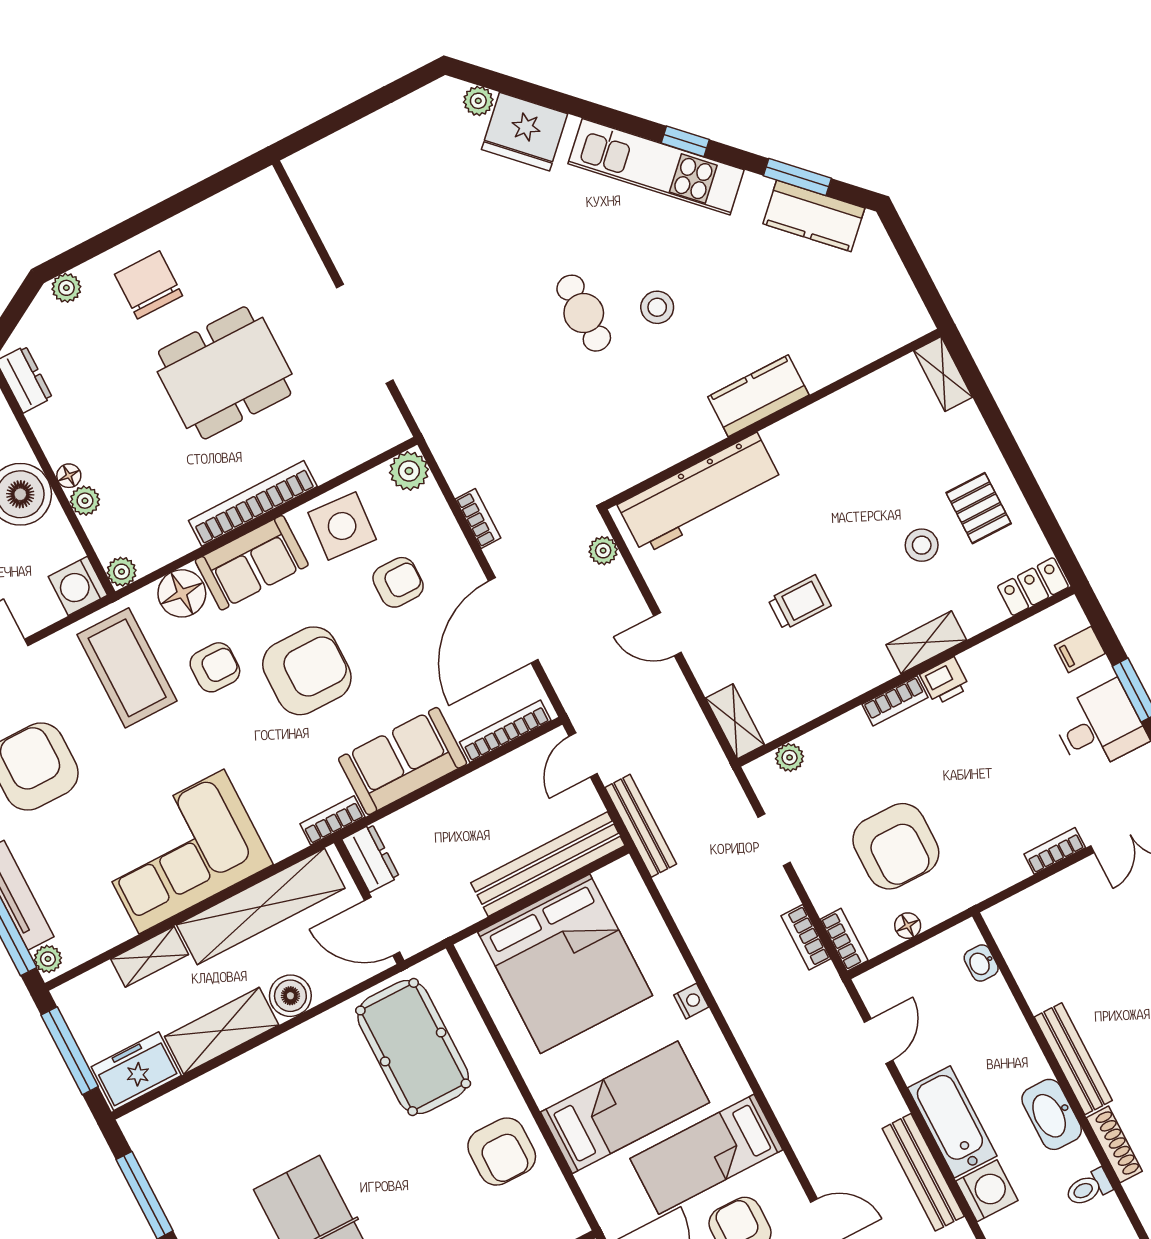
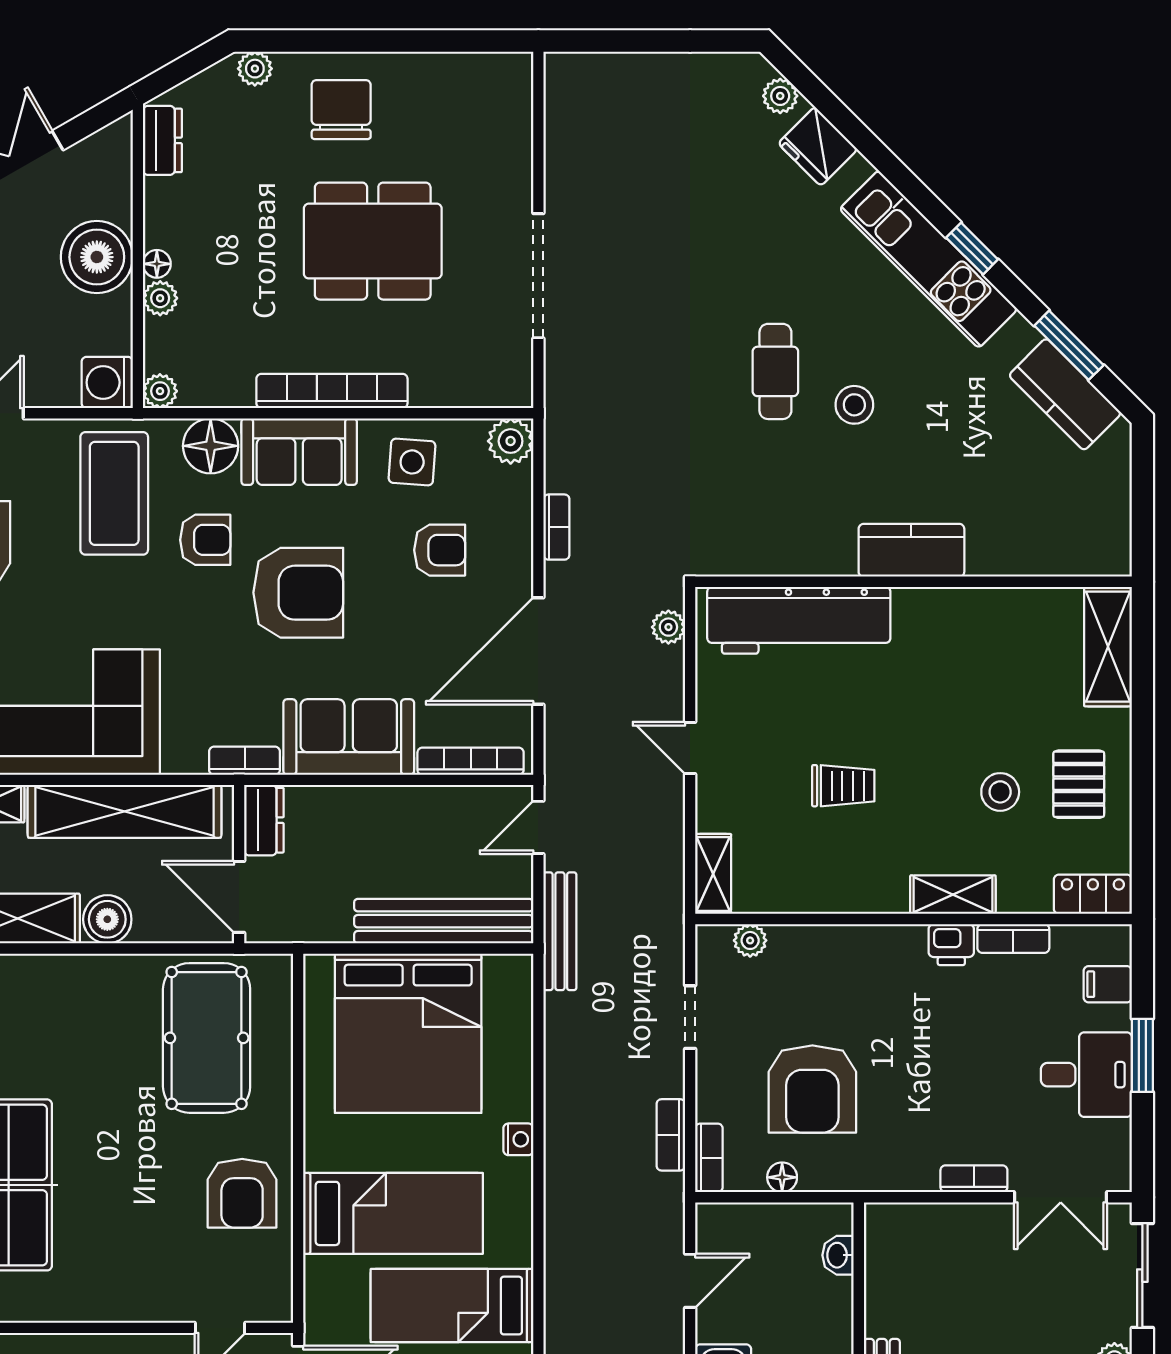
fridge: (525, 132) -> (818, 146), width x0.73, depth x0.75
shelving: (943, 374) -> (1108, 647), width x1.50, depth x1.33
side table: (342, 526) -> (412, 462), width x0.73, depth x0.73
bookcase: (895, 701) -> (1013, 938), moved

